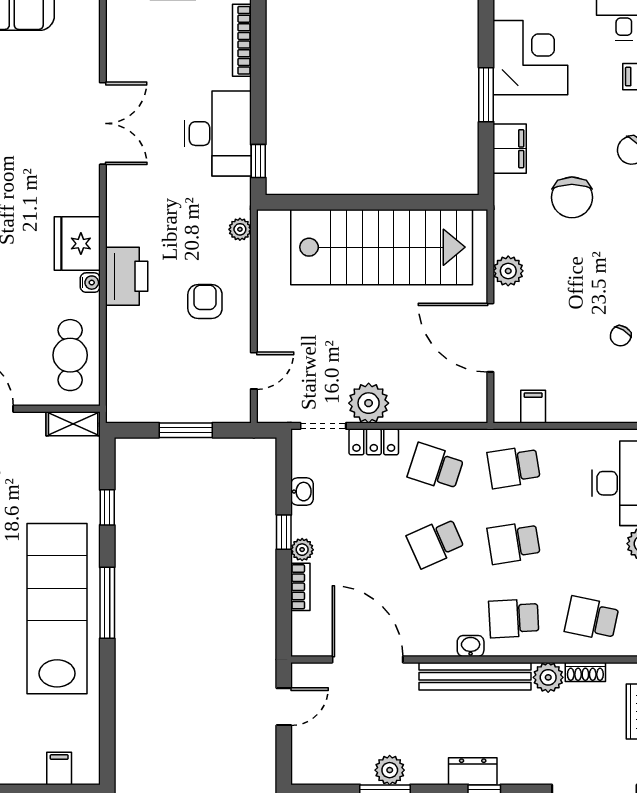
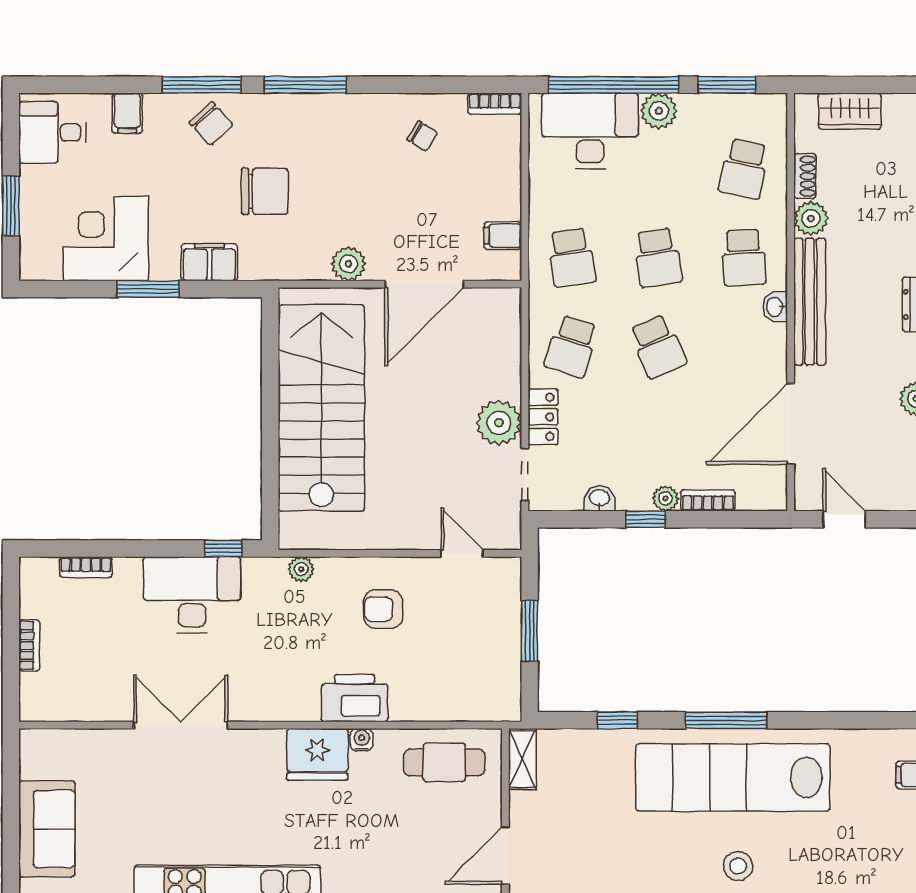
bookcase: (242, 40) -> (86, 567), width x0.64

